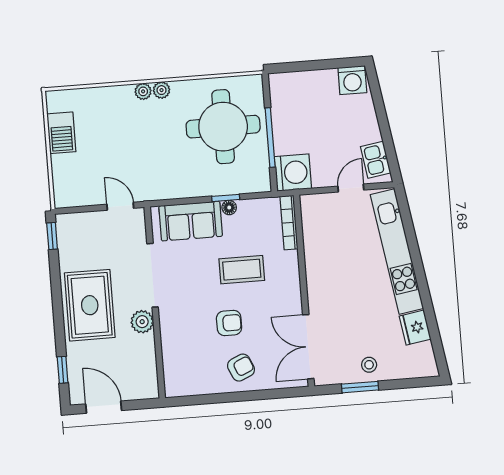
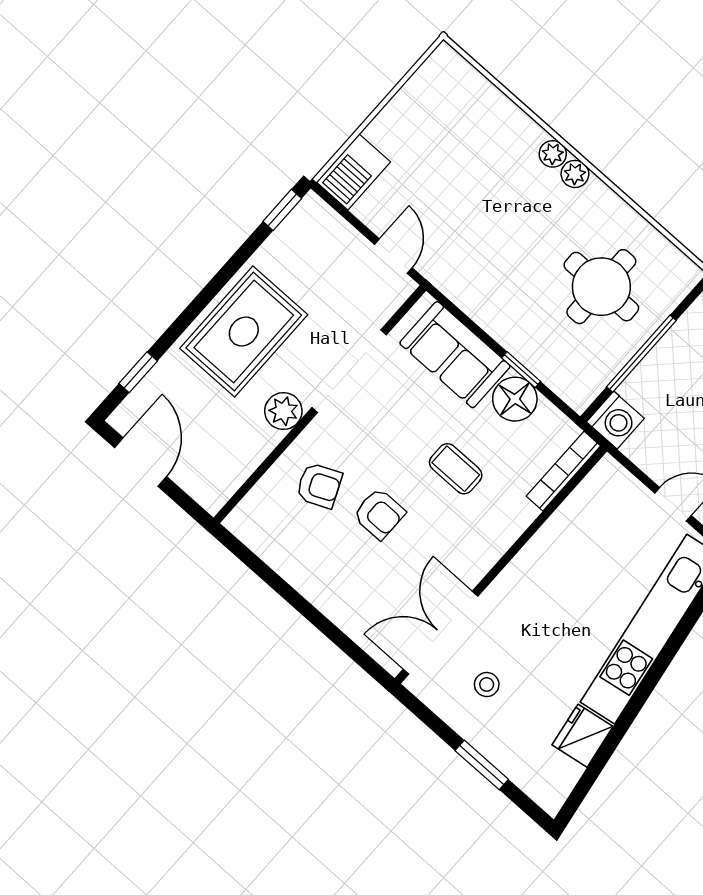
round table: (223, 127) -> (601, 287), width x0.73, depth x0.73
barbecue: (61, 133) -> (354, 172), moved
washing machine: (293, 173) -> (615, 420), width x0.73, depth x0.73
floor lamp: (229, 208) -> (515, 399), width x1.89, depth x1.89
coffee table: (242, 270) -> (456, 469), width x0.73, depth x0.77
stool: (369, 365) -> (487, 684), moved
armchair: (241, 368) -> (319, 486), moved
window: (360, 387) -> (482, 765), moved

